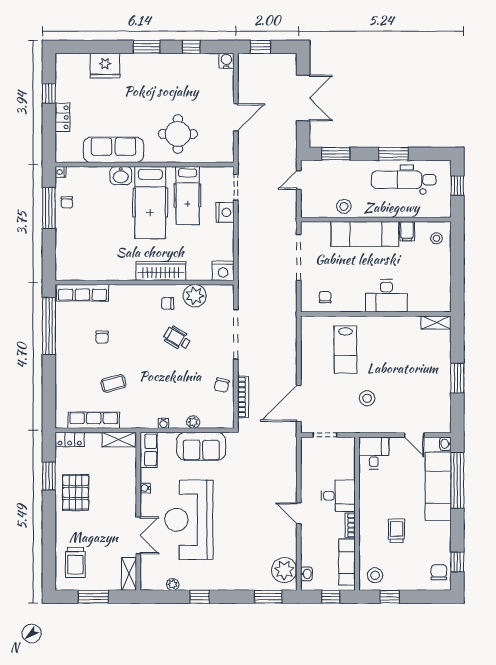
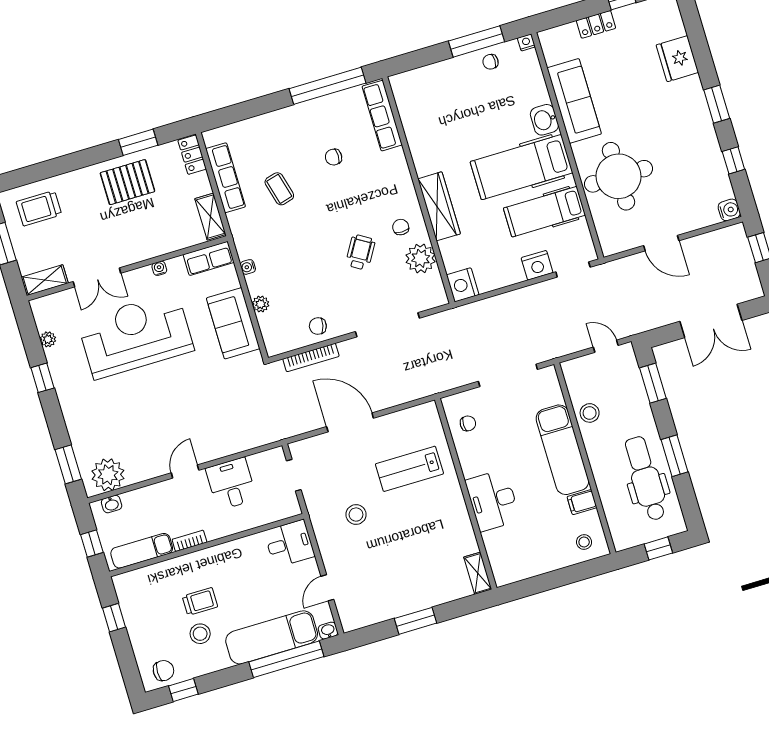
round table: (178, 134) -> (618, 176), width x1.36, depth x1.36
door: (299, 403) -> (350, 422), moved
desk: (338, 496) -> (231, 484), moved, turned 180
stool: (375, 575) -> (200, 634), moved

